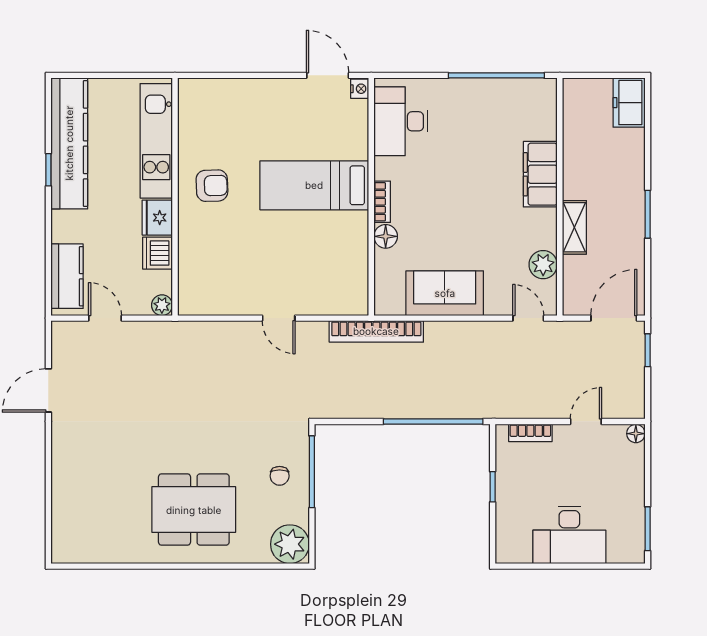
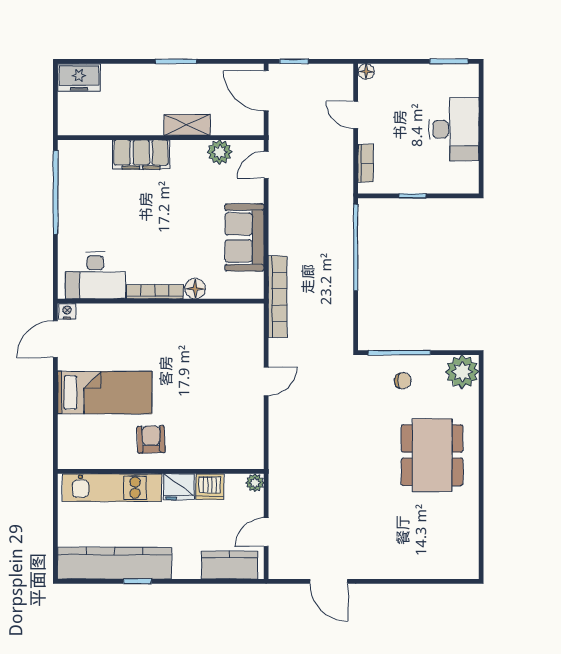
bed: (314, 185) -> (105, 393), moved, turned -90
bookcase: (382, 202) -> (155, 292), width x1.56

